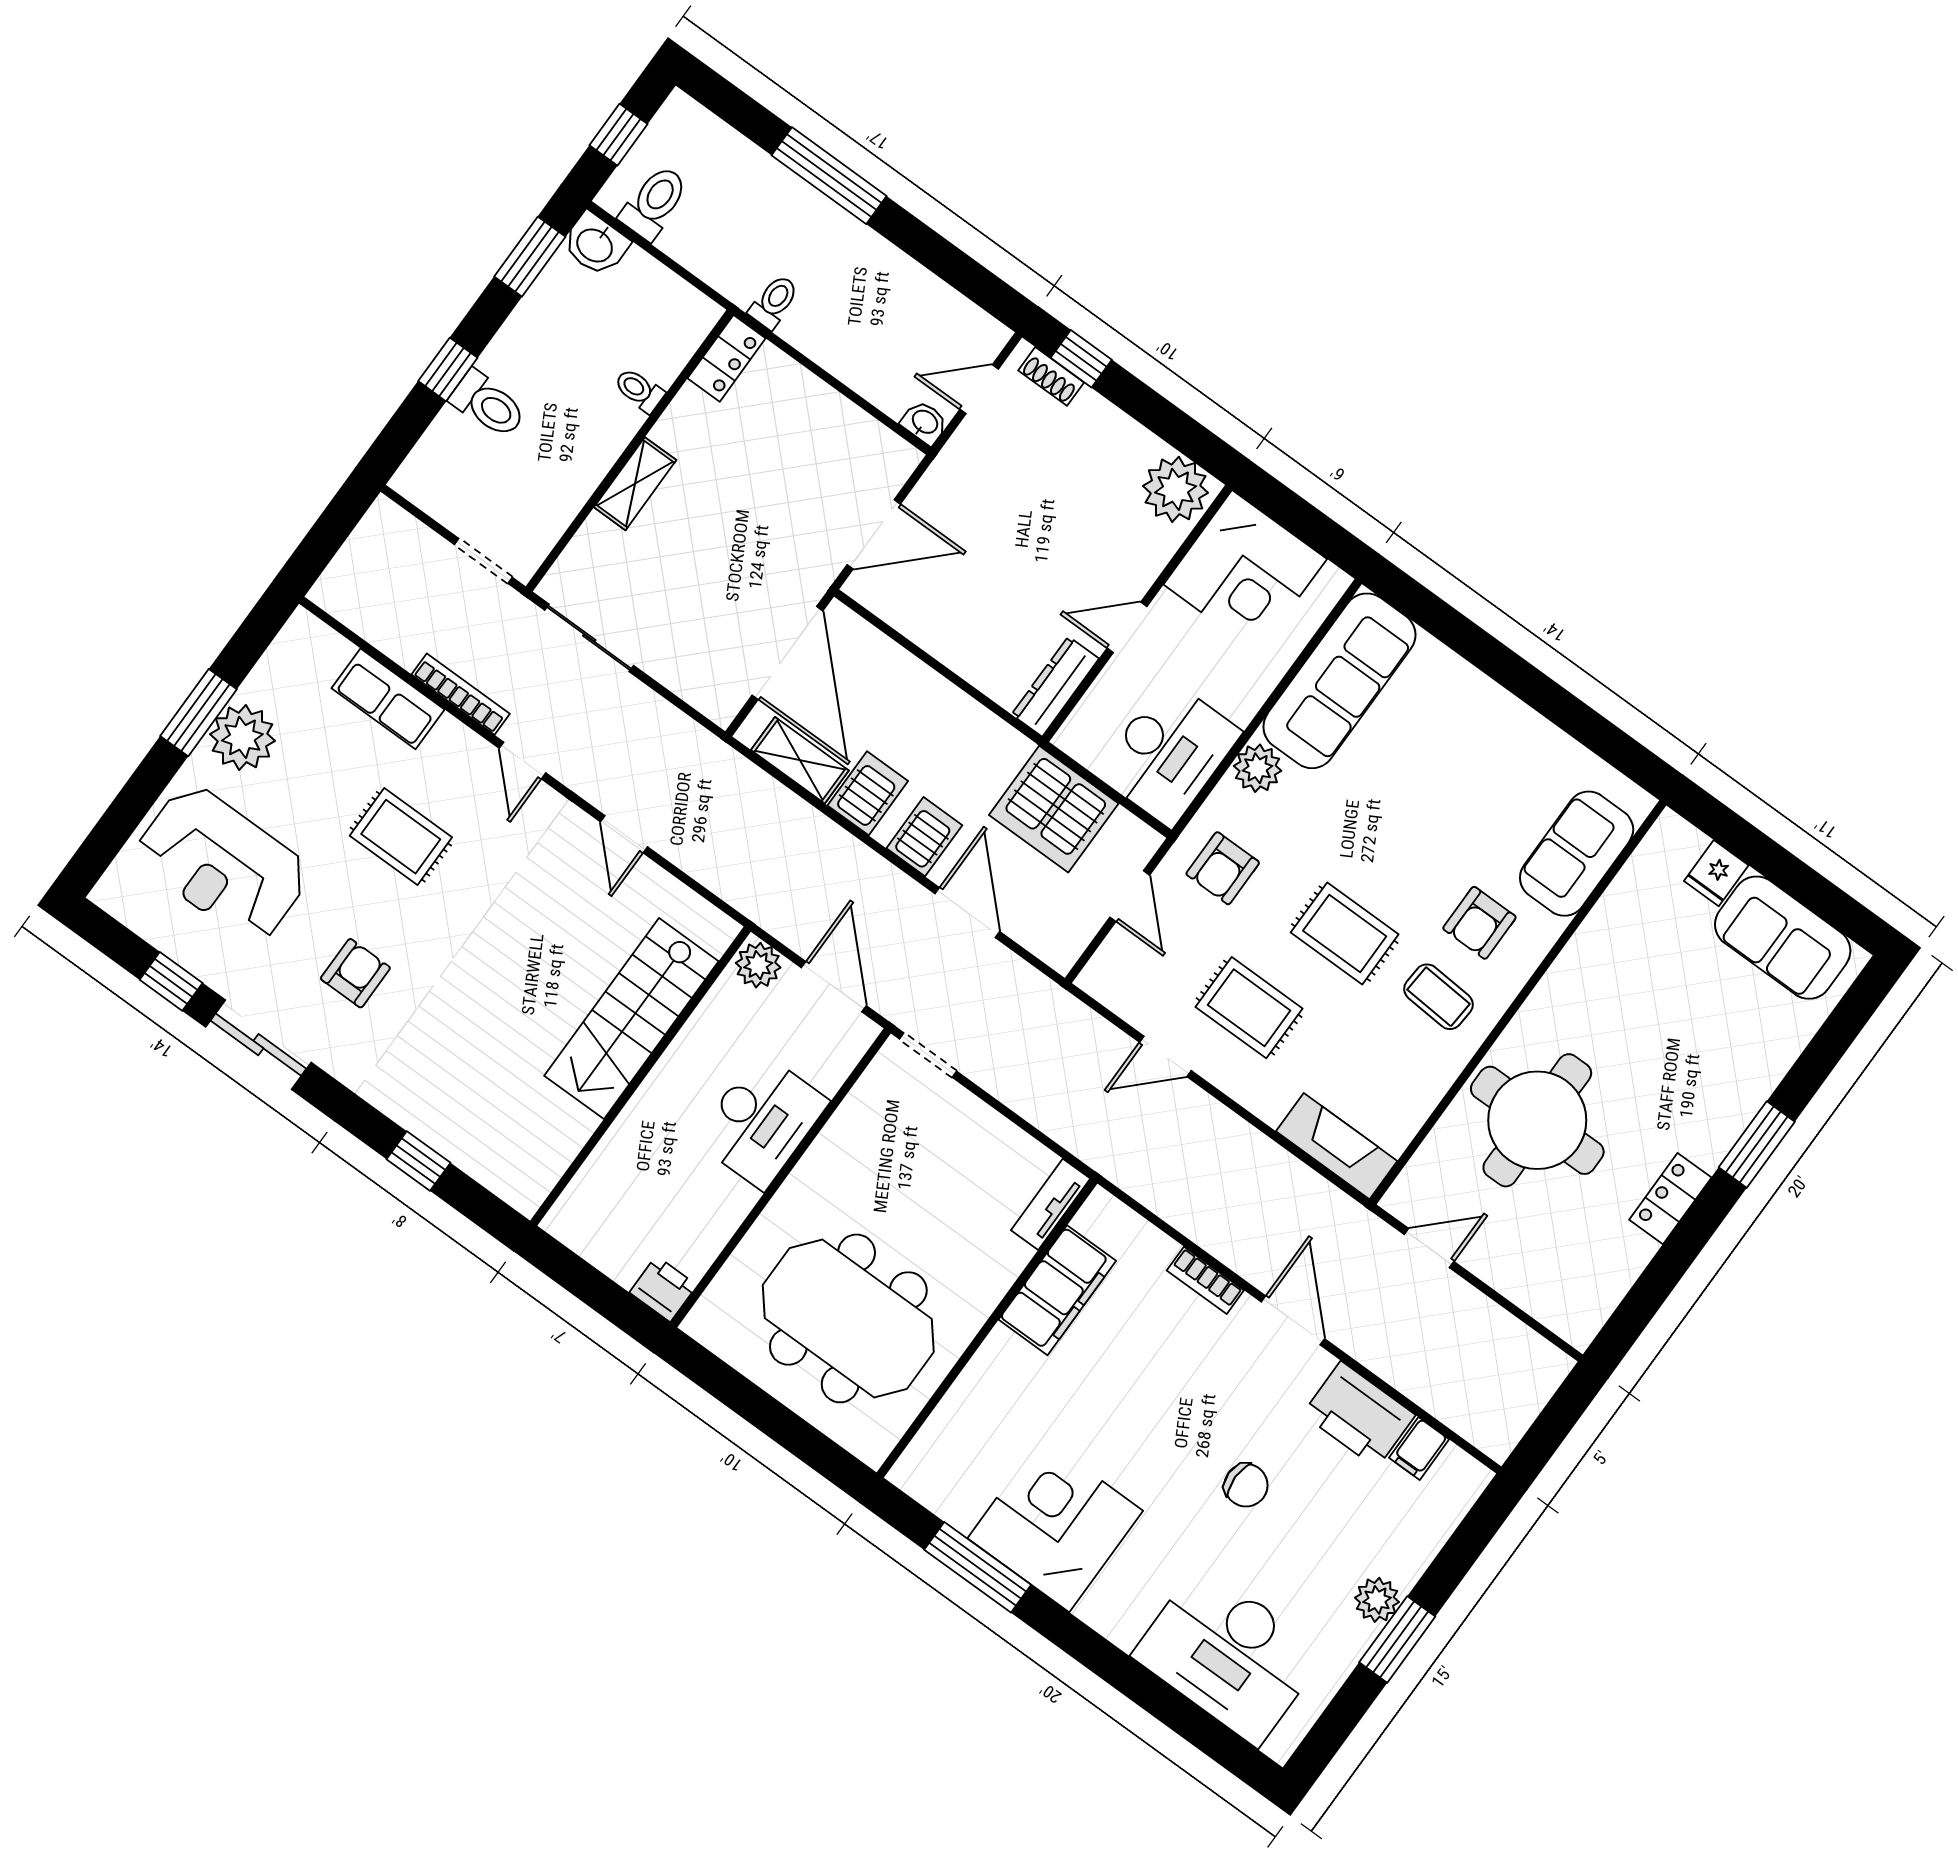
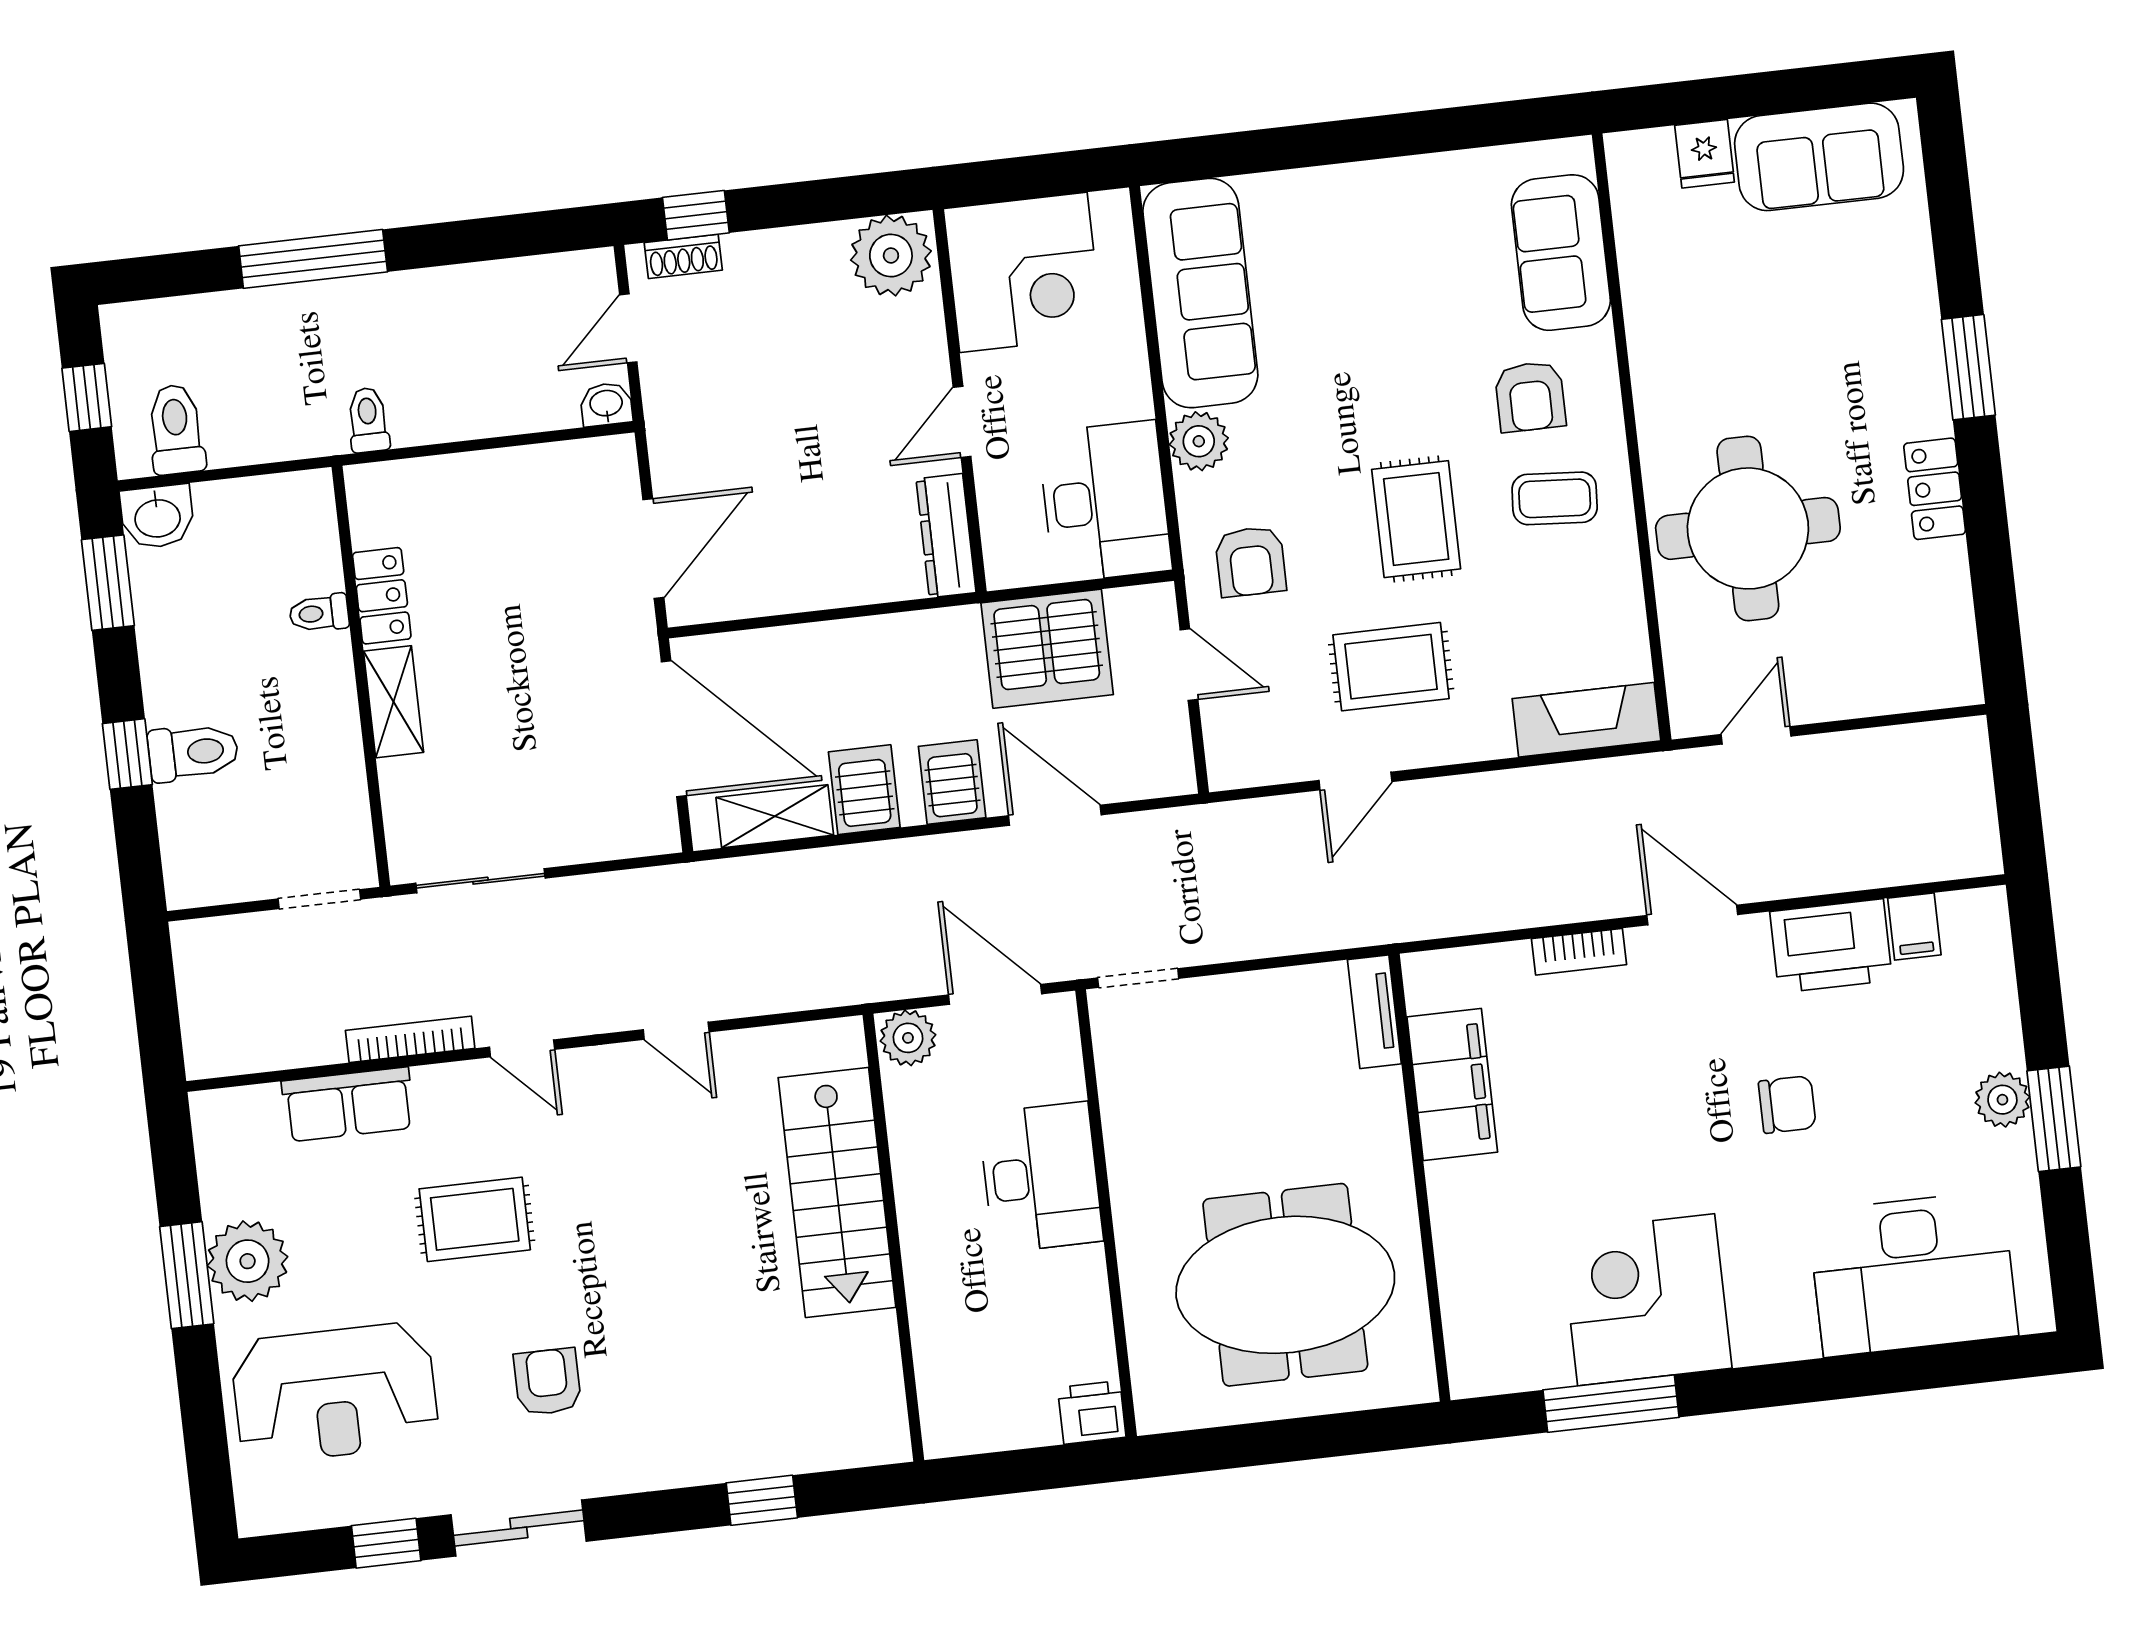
locker: (727, 358) -> (382, 596), moved
rug: (1345, 933) -> (1416, 519), turned 90

